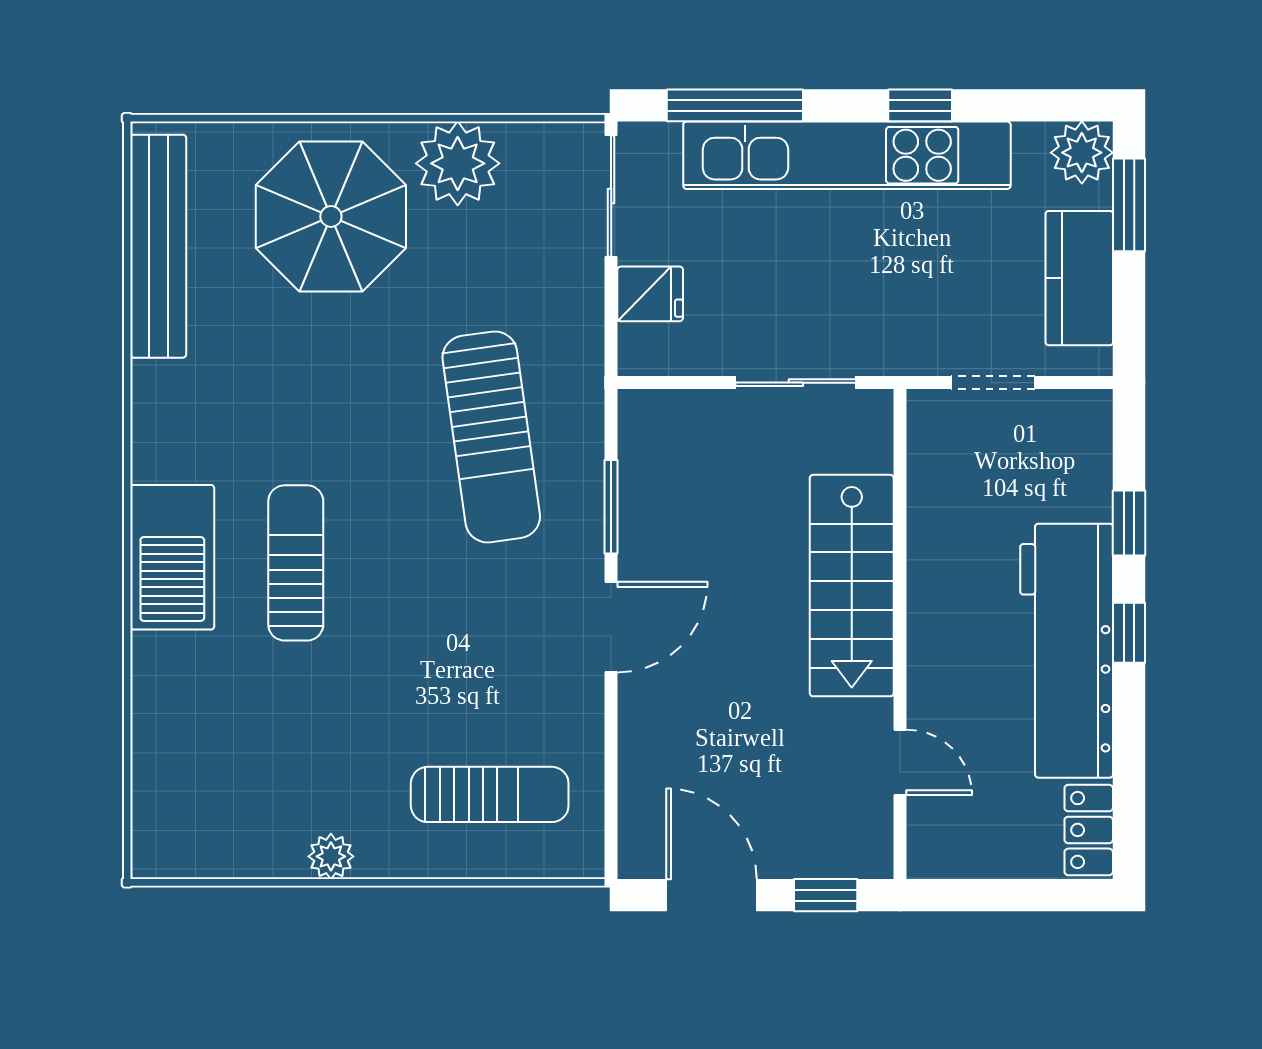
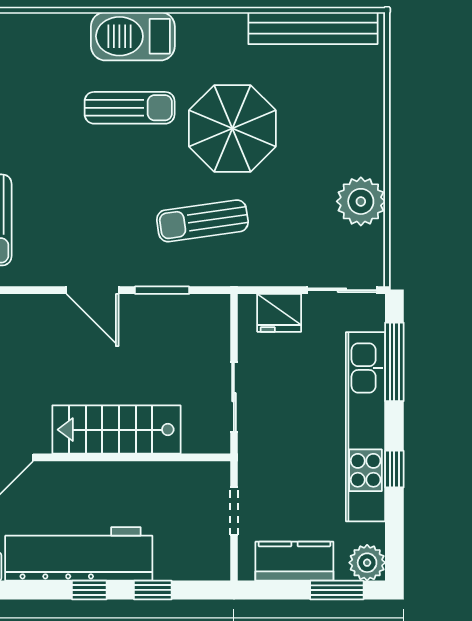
parasol: (331, 216) -> (232, 128), moved
fridge: (650, 294) -> (279, 313), width x1.38
sun lounger: (491, 437) -> (202, 221), width x0.73, depth x0.75

